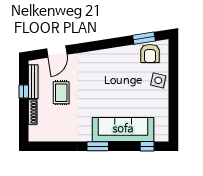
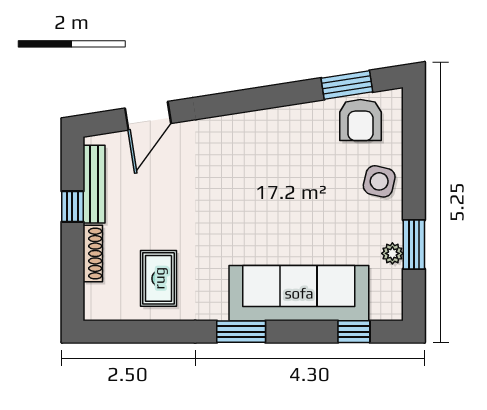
rug: (61, 93) -> (159, 278), moved
window: (173, 108) -> (414, 245), added
plant: (164, 112) -> (392, 253), added

